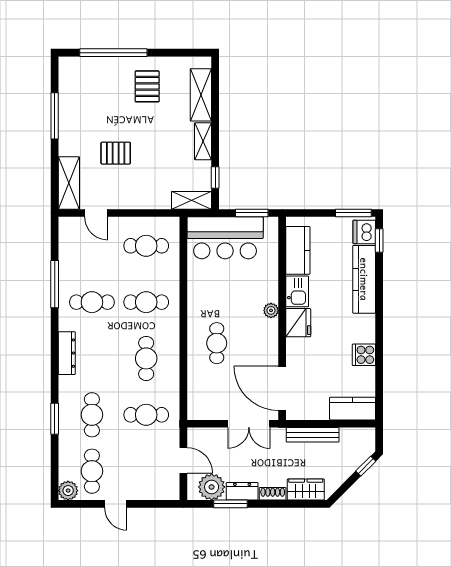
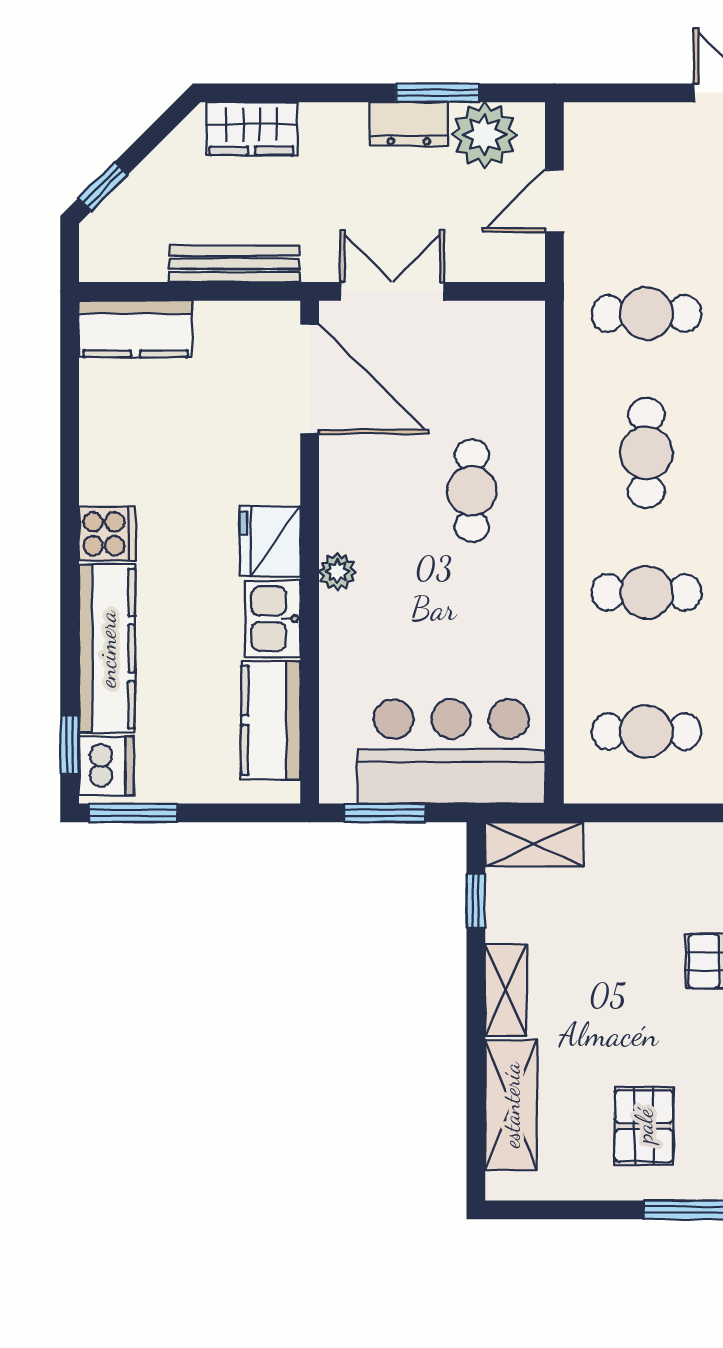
cooker: (364, 355) -> (107, 534), moved
door: (183, 460) -> (554, 201), hinge flipped
shoe rack: (273, 494) -> (333, 118), removed

